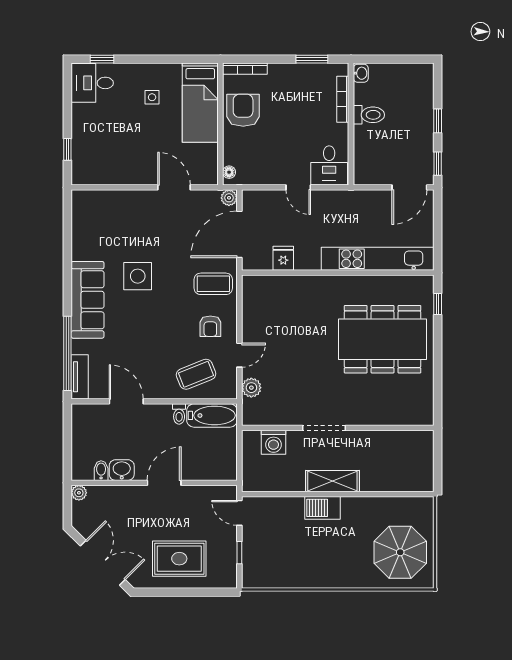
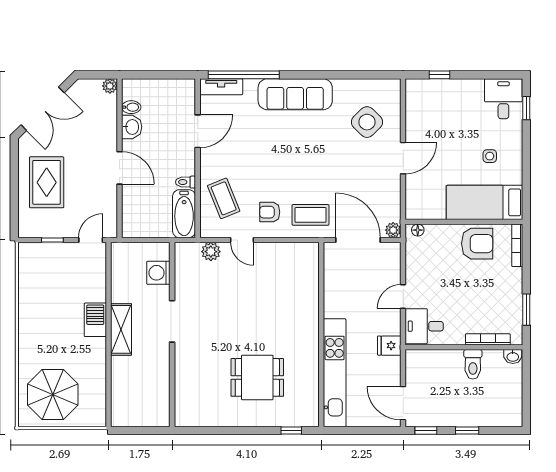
door: (174, 187) -> (403, 158), moved
fridge: (283, 258) -> (389, 346), moved, turned 180
side table: (138, 276) -> (367, 122), moved, turned 45
coffee table: (213, 284) -> (311, 215), turned 90
dining table: (383, 339) -> (257, 377), width x0.53, depth x0.80

